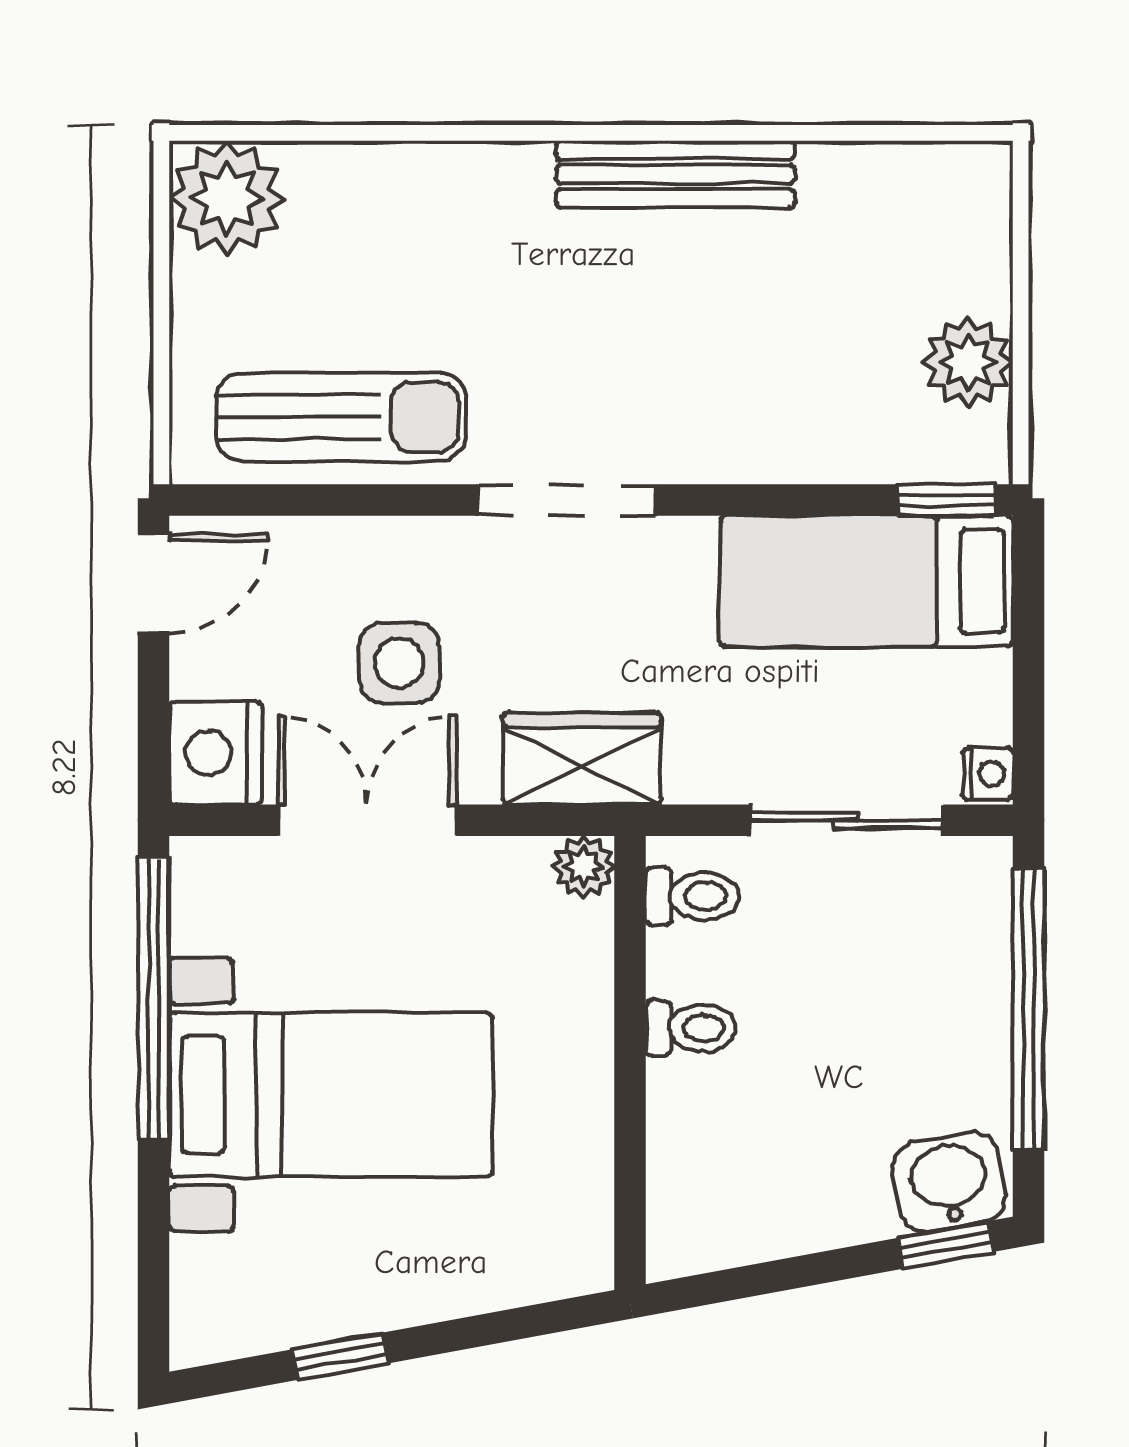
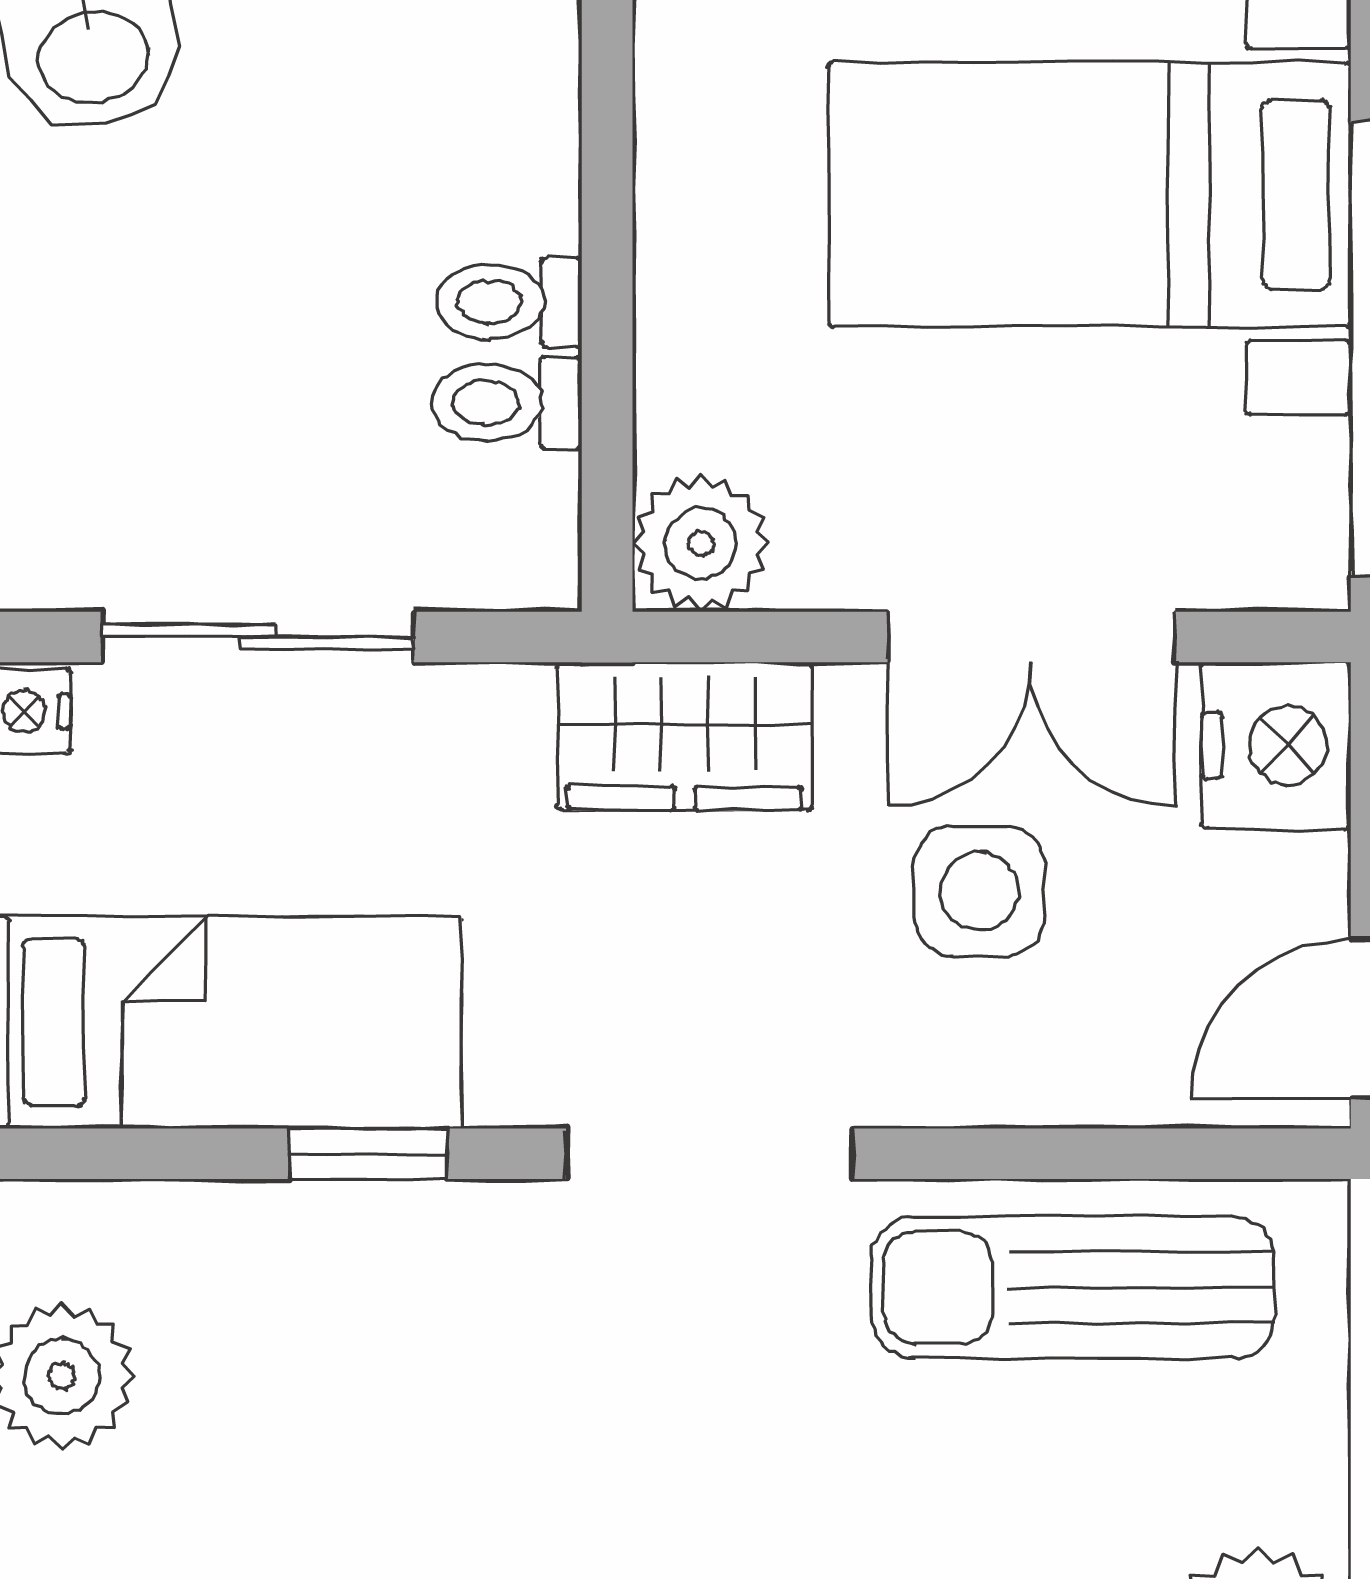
window: (946, 500) -> (368, 1154), moved
plant: (584, 867) -> (701, 543), width x1.38, depth x1.38
toilet: (692, 896) -> (507, 403), moved

